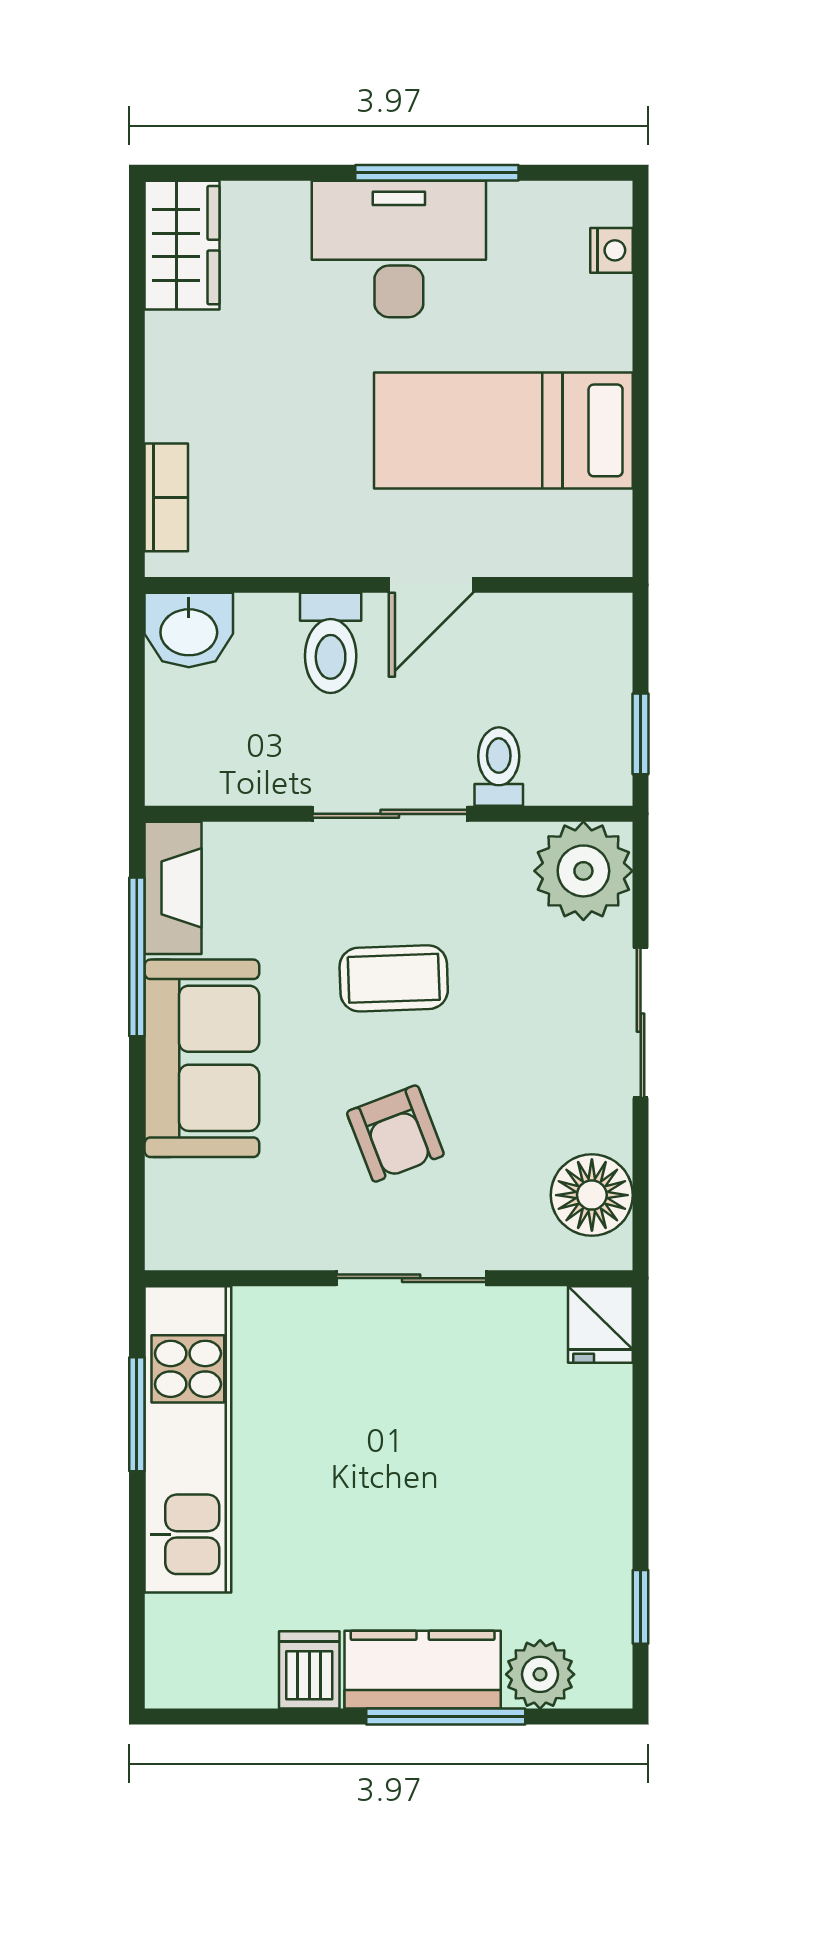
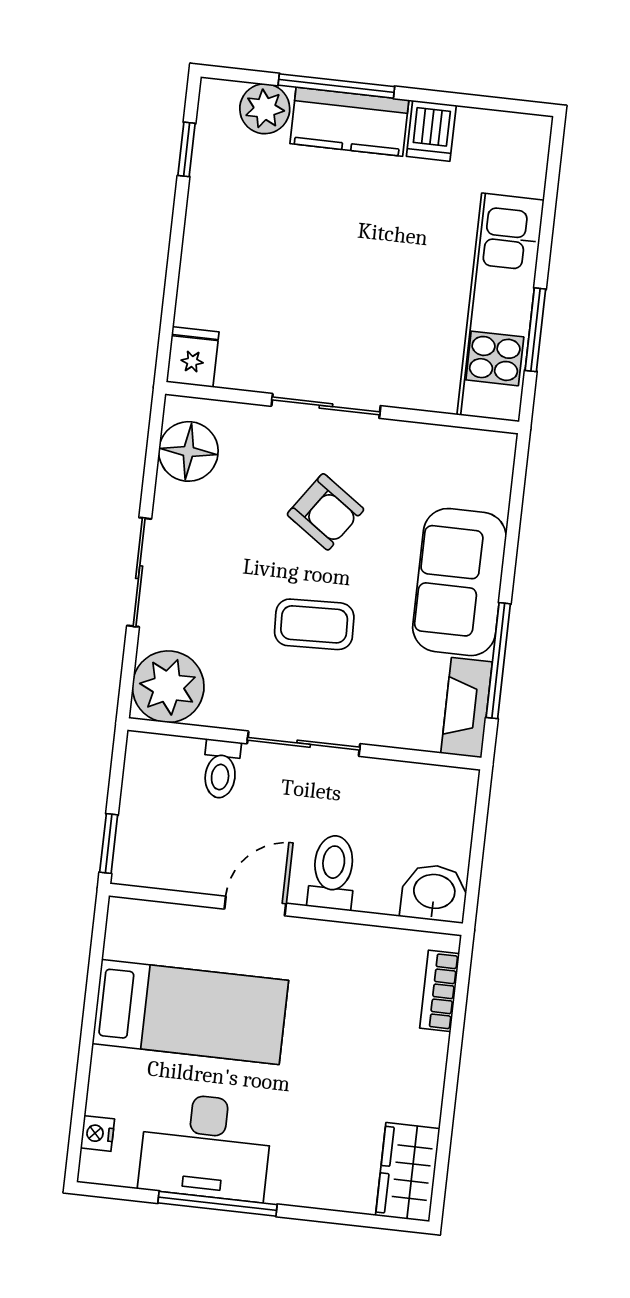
desk: (399, 249) -> (206, 1147), moved
window: (641, 734) -> (109, 844), moved
armchair: (395, 1134) -> (326, 512), turned 146

